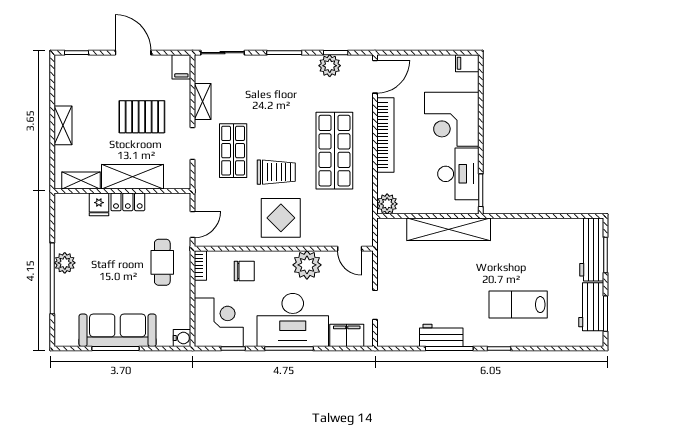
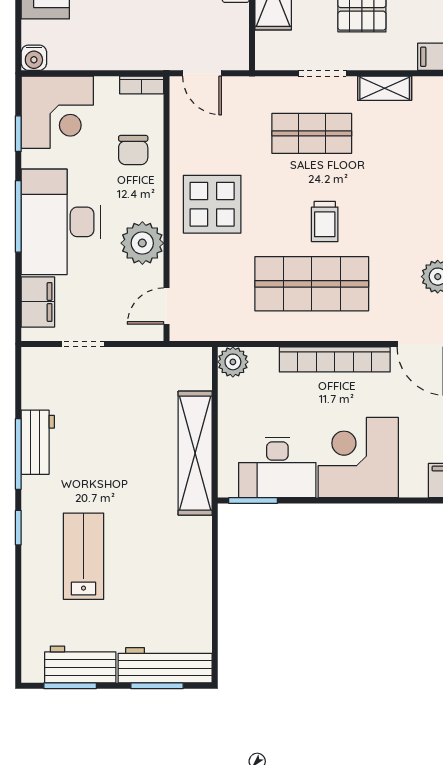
trolley: (276, 172) -> (325, 222), moved, width x0.73, depth x0.72
cafe table: (162, 262) -> (146, 28), removed

